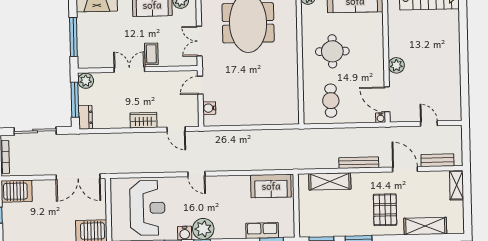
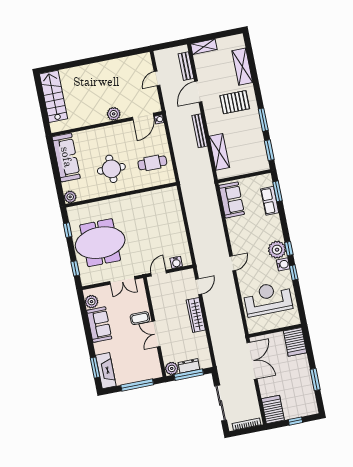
door: (200, 85) -> (159, 273), swing flipped
dresser: (85, 117) -> (189, 366), moved
wardrobe: (143, 120) -> (196, 315), width x1.50

